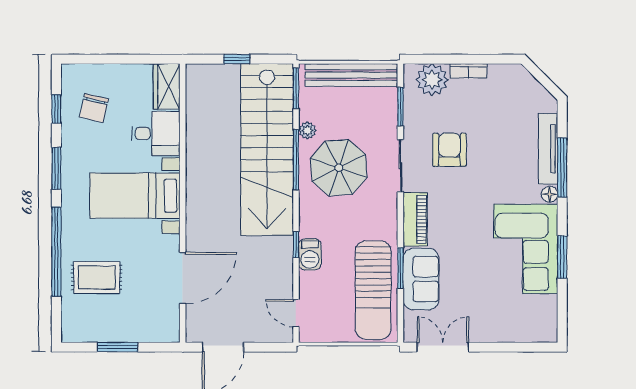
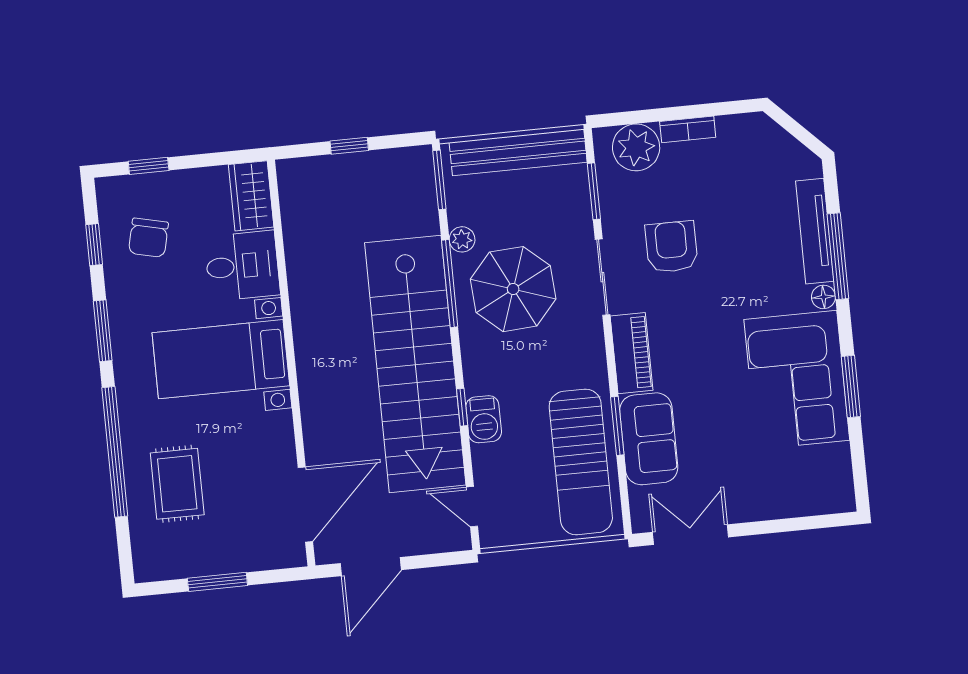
window: (99, 59) -> (149, 166), added
stairs: (267, 150) -> (415, 364), moved
rug: (97, 278) -> (177, 484), turned 90
door: (183, 278) -> (305, 504), moved

